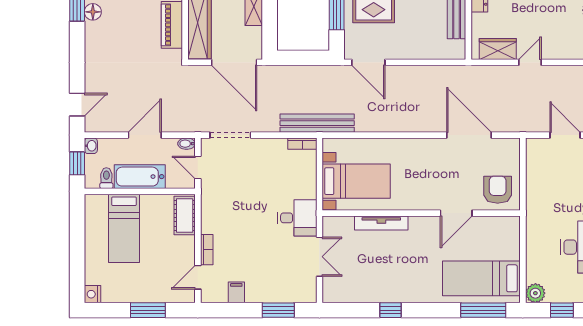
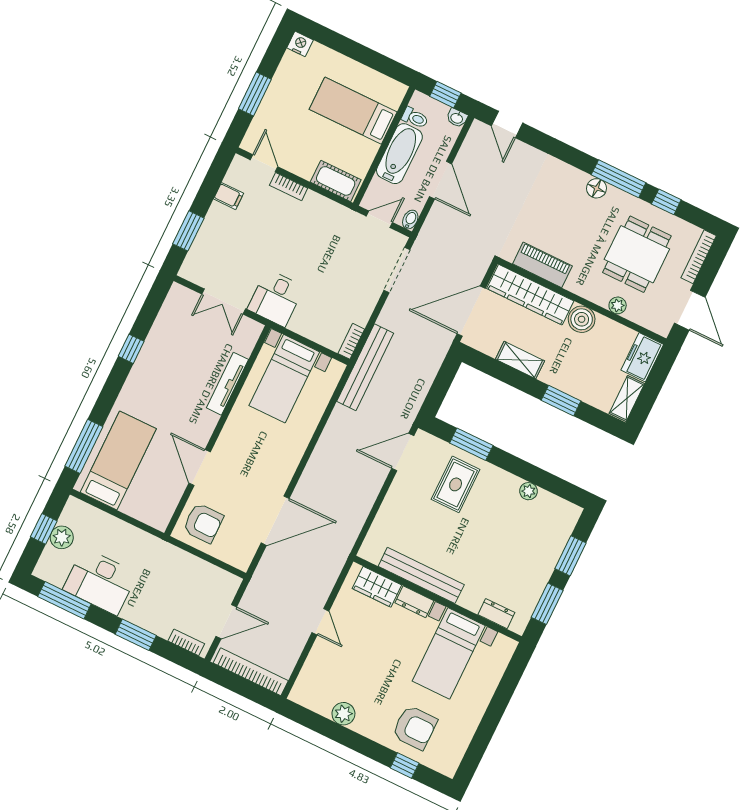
wardrobe: (498, 49) -> (377, 587), moved, turned 90
plant: (535, 293) -> (62, 537), moved

